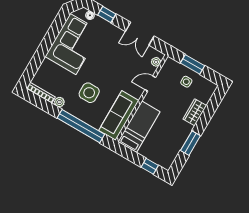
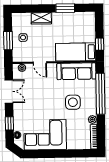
window: (150, 166) -> (100, 44), moved

